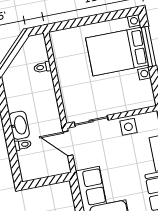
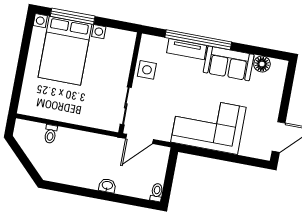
washbasin: (19, 125) -> (107, 186), width x0.52, depth x0.69
toilet: (23, 145) -> (157, 192), moved

